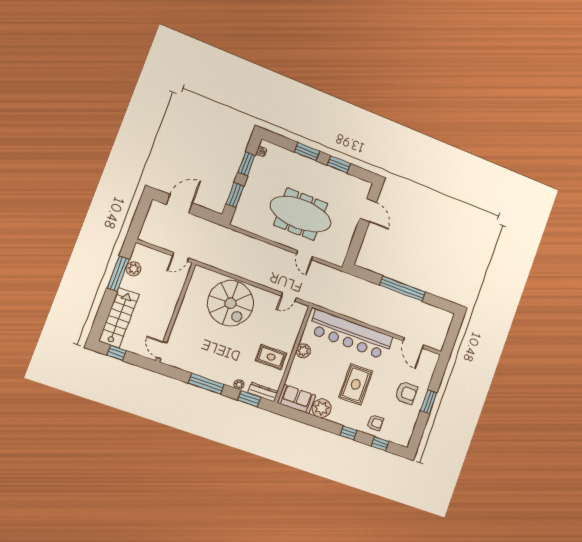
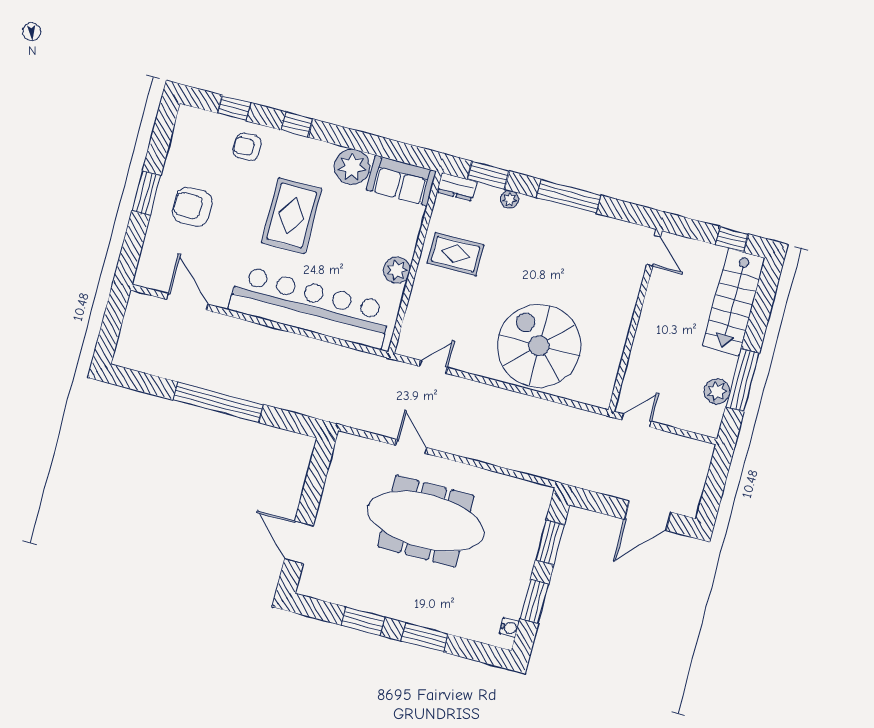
dresser: (263, 392) -> (457, 187), width x0.70

